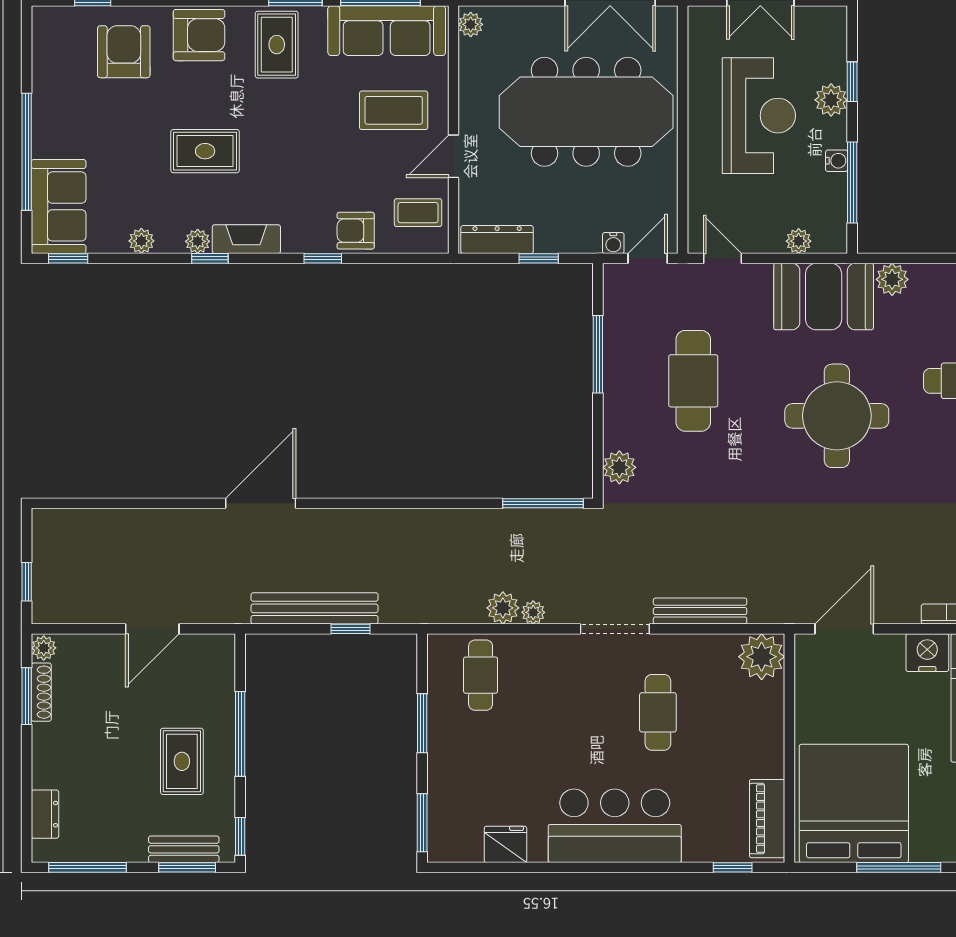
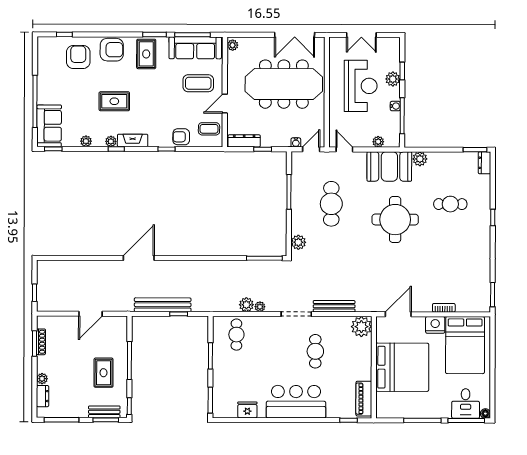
plant: (44, 648) -> (42, 379), moved
bed: (854, 803) -> (402, 367), moved, turned 90

